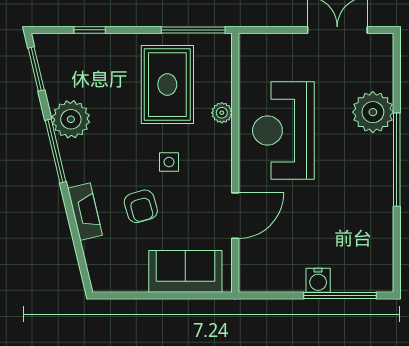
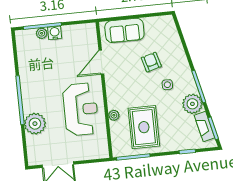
side table: (169, 162) -> (167, 85), moved
fireplace: (85, 212) -> (204, 126), moved
plant: (343, 282) -> (42, 33), added

